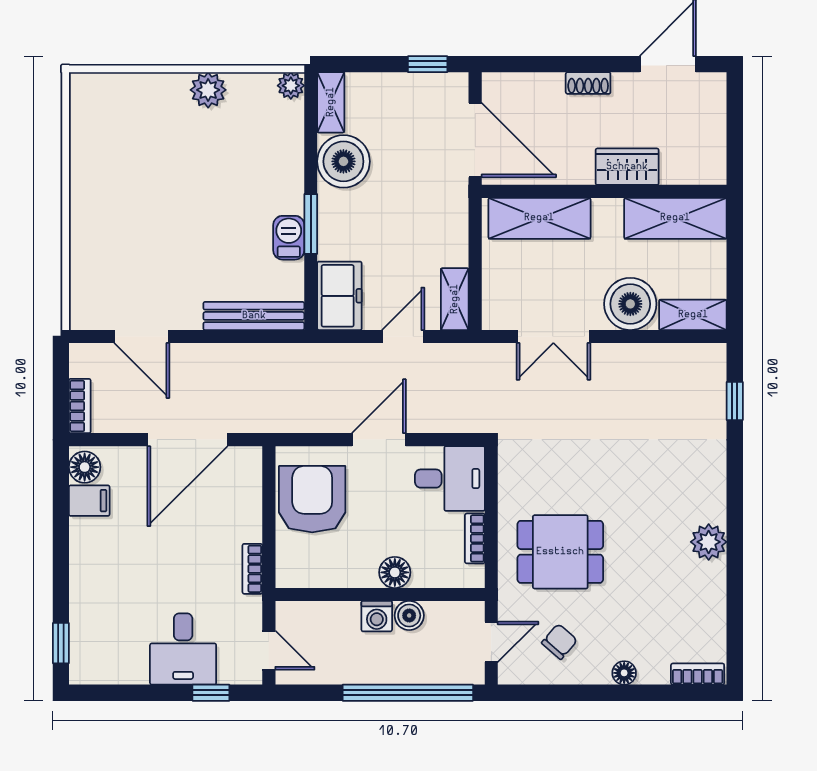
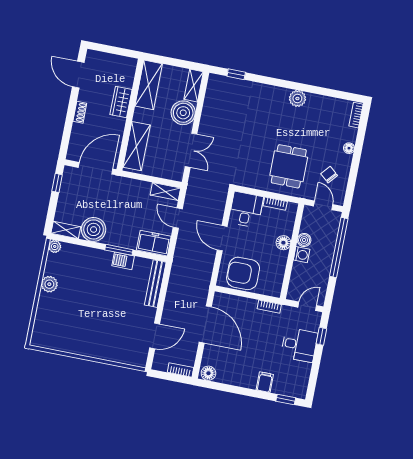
filing cabinet: (89, 501) -> (265, 382), moved

